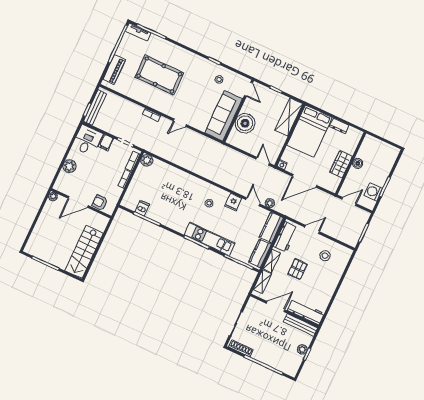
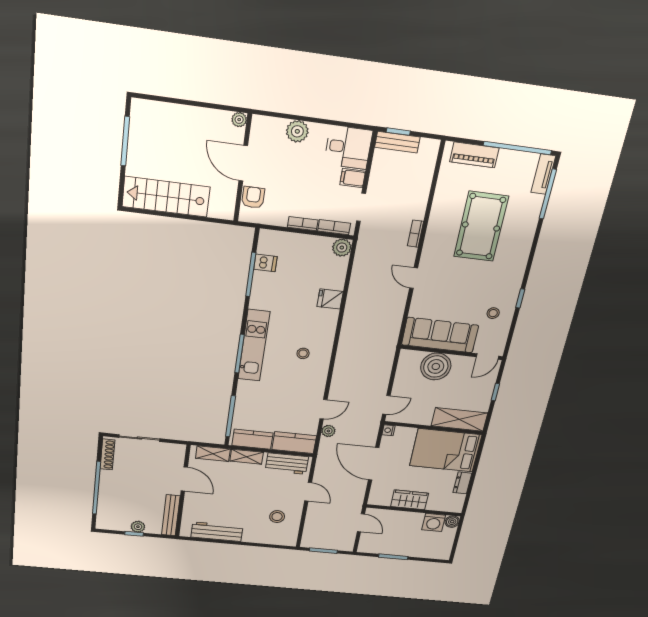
bench: (95, 107) -> (397, 142), width x0.73
boiler: (358, 163) -> (452, 522), moved
washing machine: (373, 192) -> (434, 522), moved, turned 180
fridge: (233, 202) -> (330, 299), moved
kitchen unit: (210, 239) -> (254, 345), moved
pallet: (298, 269) -> (247, 490), removed
workbench: (306, 312) -> (217, 532), moved, turned -90

